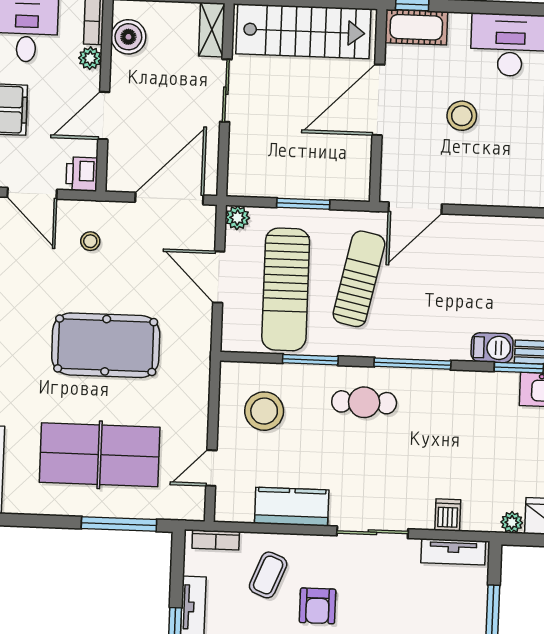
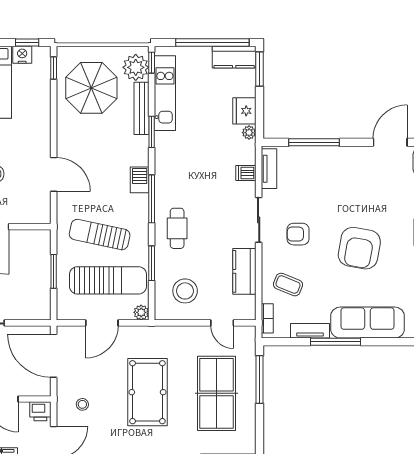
door: (415, 208) -> (54, 174), moved
plant: (237, 218) -> (141, 312), moved
barbecue: (492, 348) -> (140, 180), moved
armchair: (318, 606) -> (298, 234), moved, turned 180

